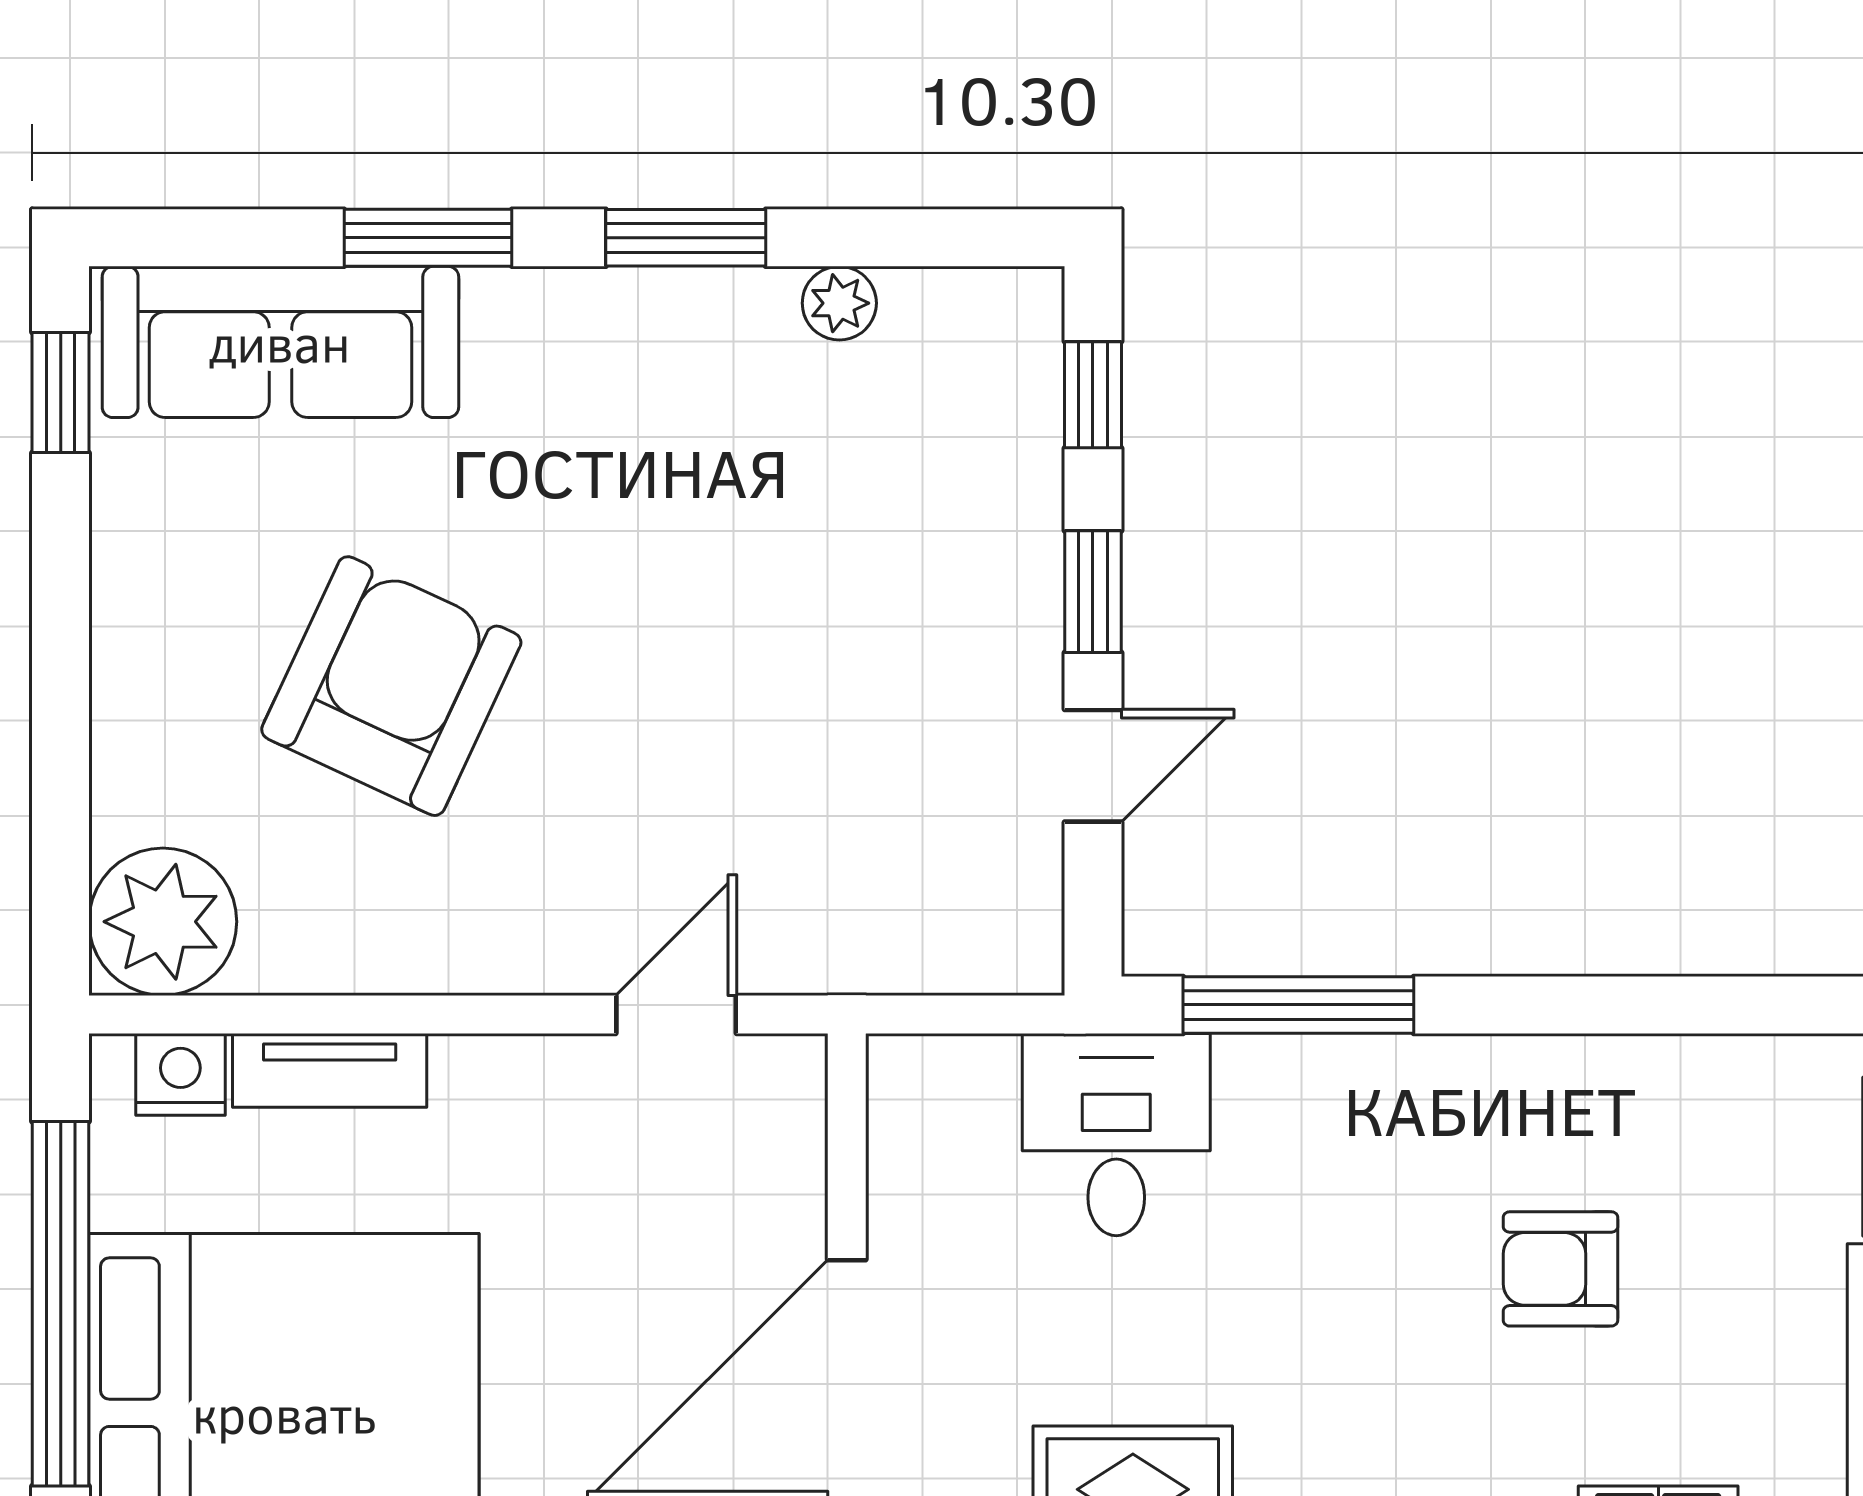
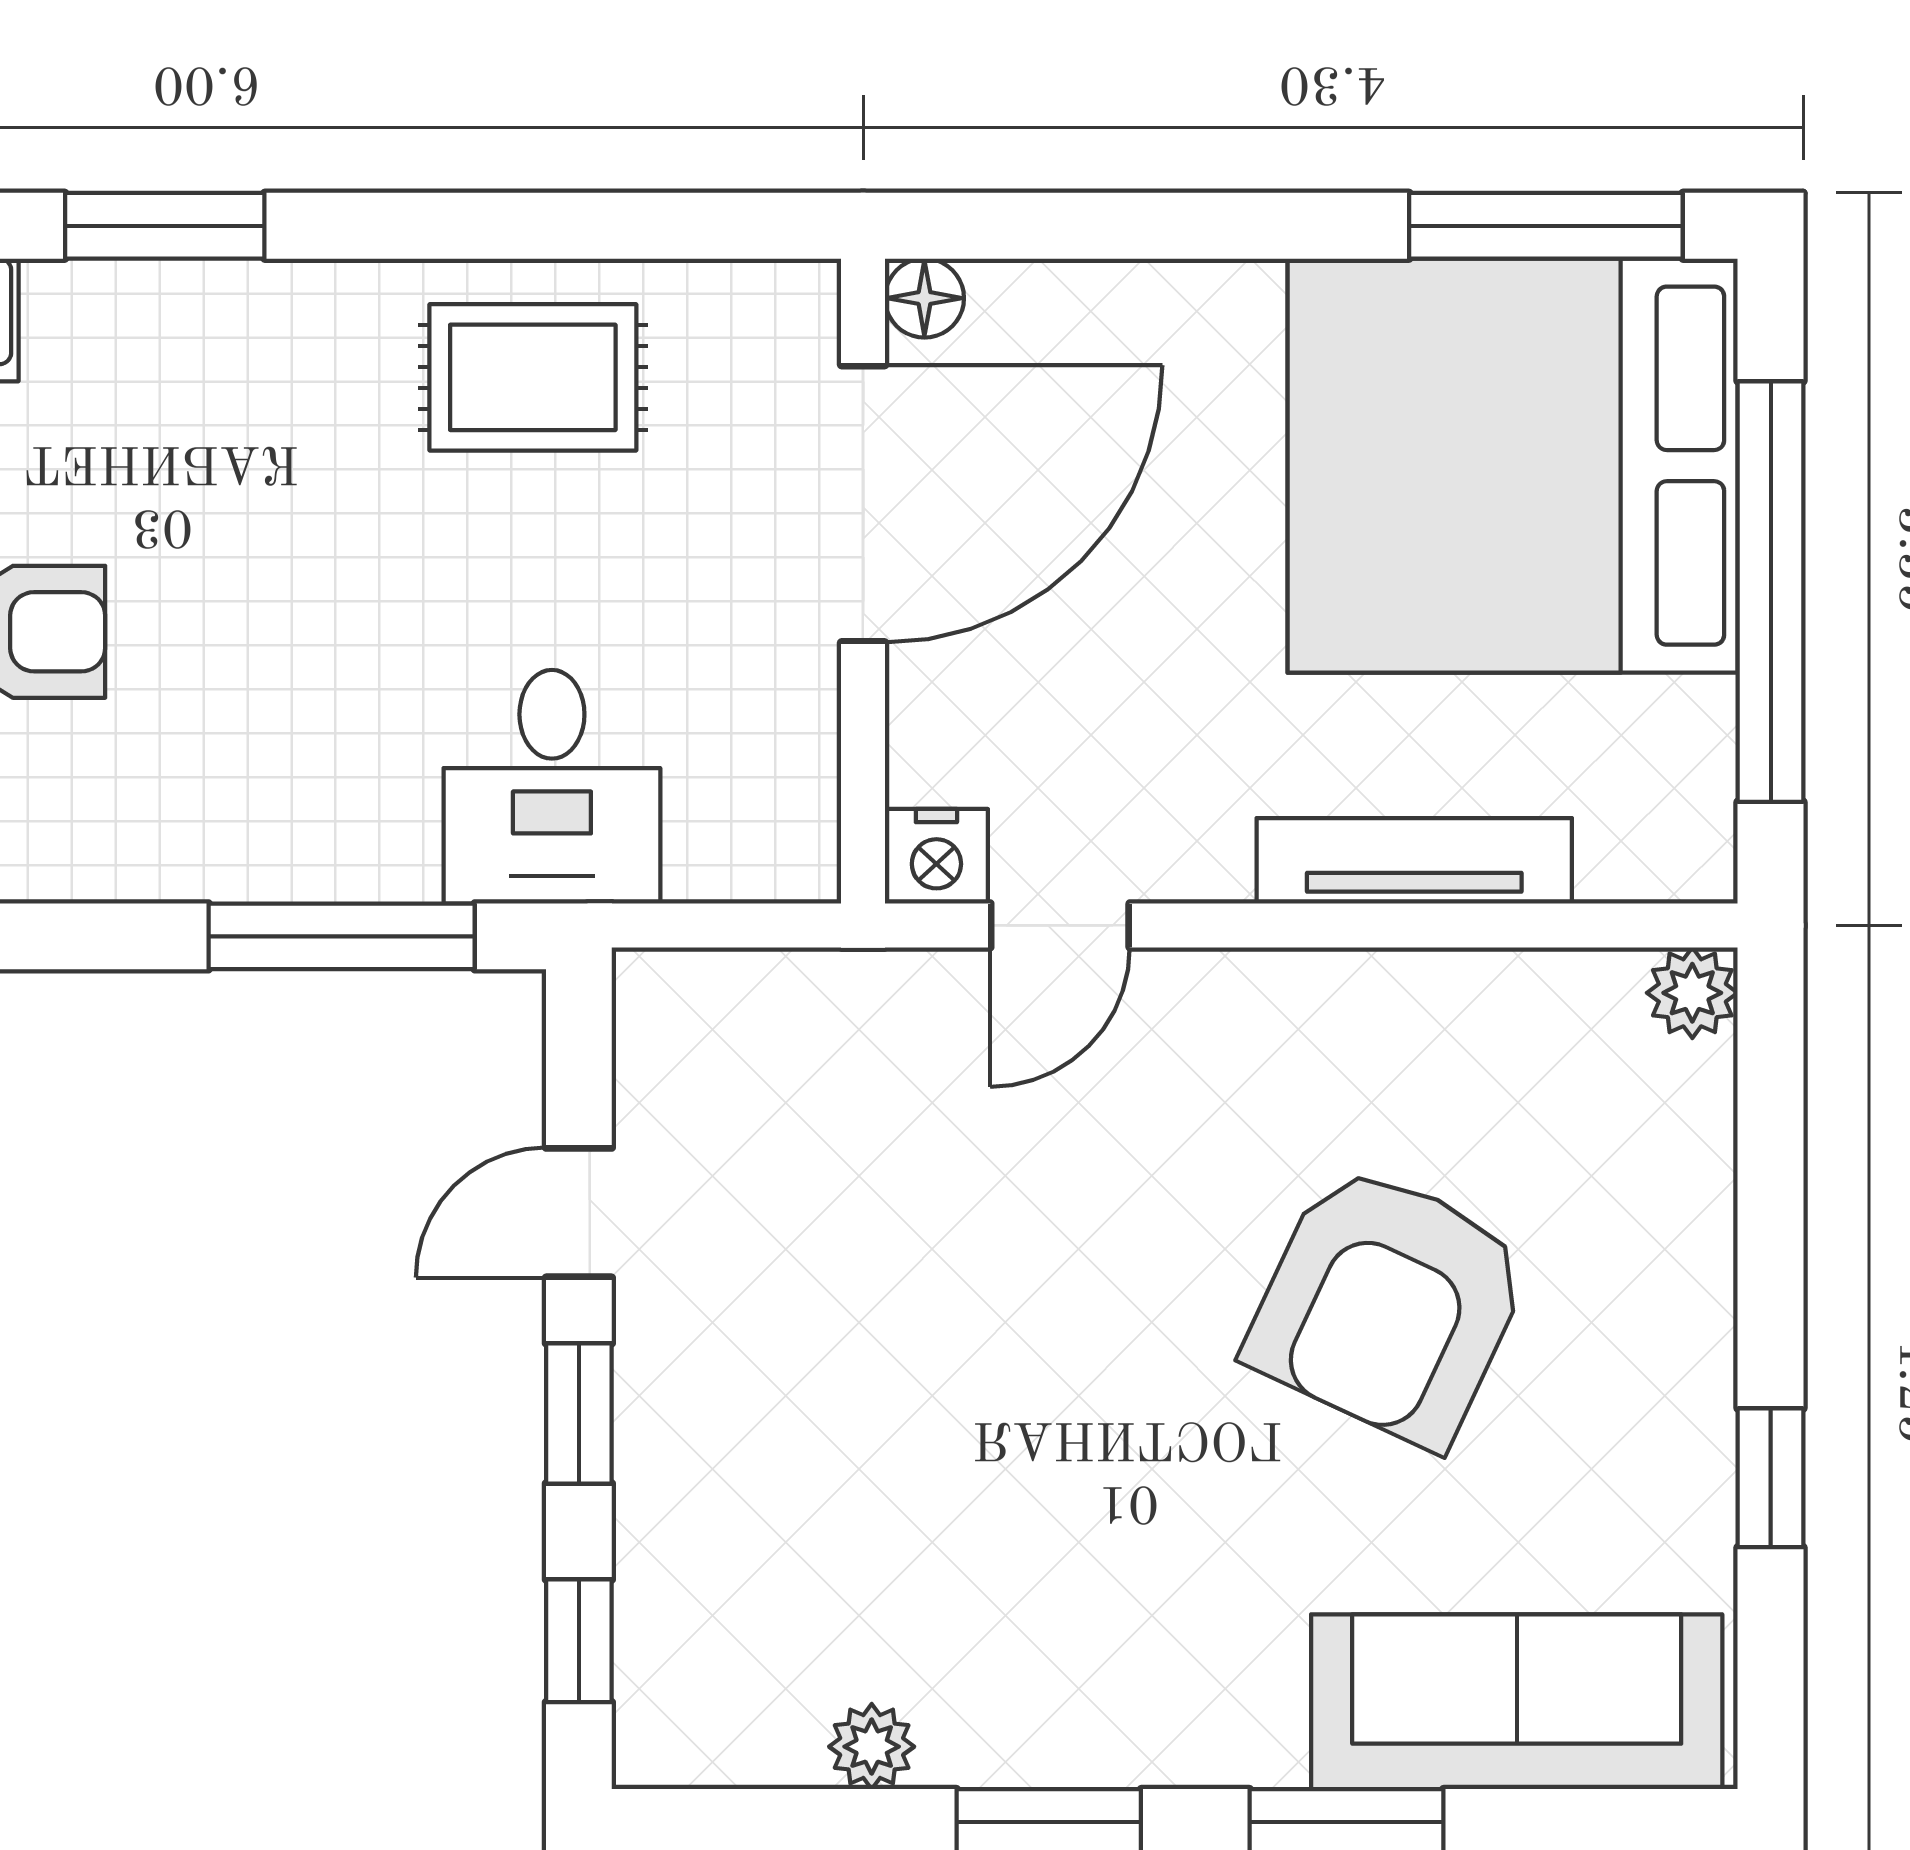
window: (61, 393) -> (1771, 1478), moved
plant: (163, 922) -> (1692, 993), width x0.53, depth x0.53
tv unit: (330, 1070) -> (1414, 861), width x1.41
nightstand: (180, 1074) -> (936, 856), moved

